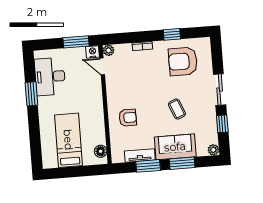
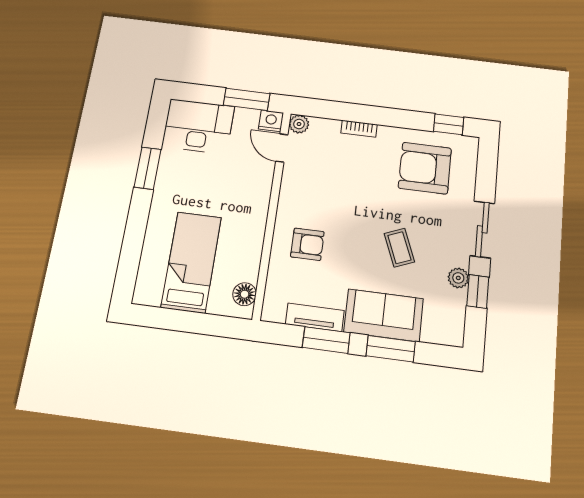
window: (172, 34) -> (449, 124), moved
desk: (50, 77) -> (198, 126), moved, turned 90
plant: (213, 150) -> (458, 278), moved

